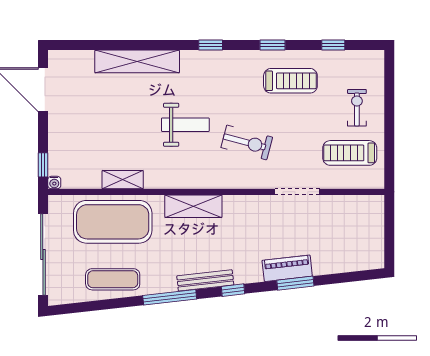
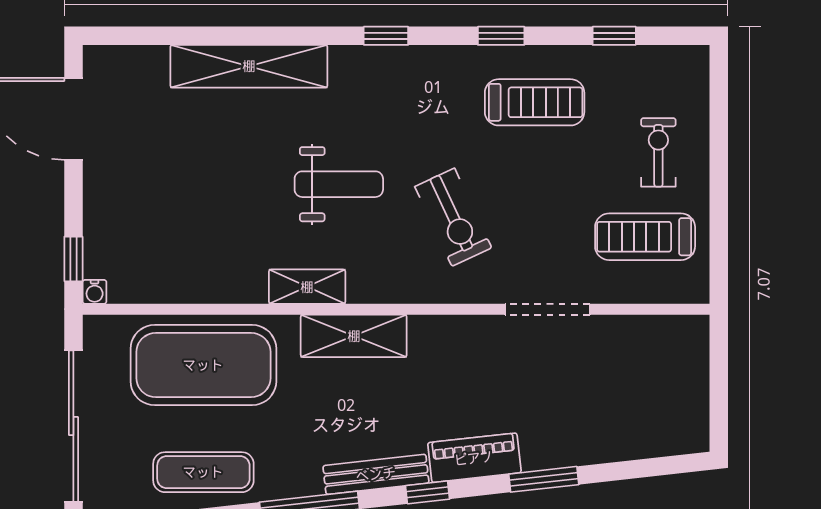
exercise bike: (247, 142) -> (453, 217), turned 50
shelving: (123, 180) -> (307, 287), moved
piano: (287, 268) -> (474, 458), moved

